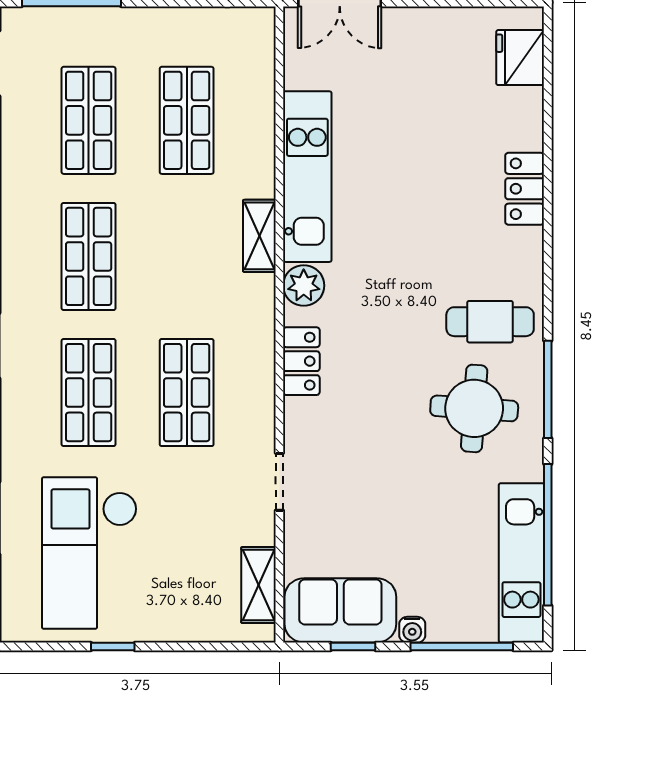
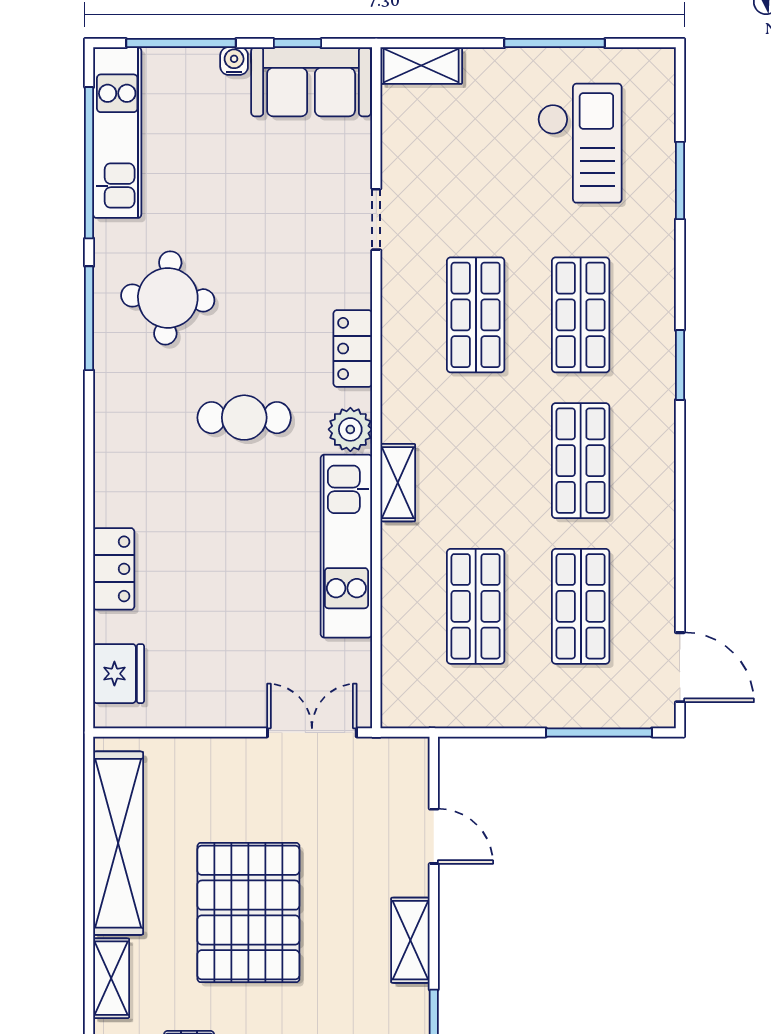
locker: (525, 189) -> (114, 569), moved
cafe table: (490, 322) -> (244, 418), moved
checkout: (89, 553) -> (580, 143), width x0.73, depth x0.83
shelving: (258, 585) -> (421, 66), moved, turned 90
window: (113, 646) -> (555, 43), width x2.17

